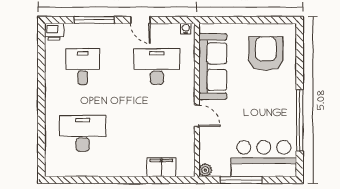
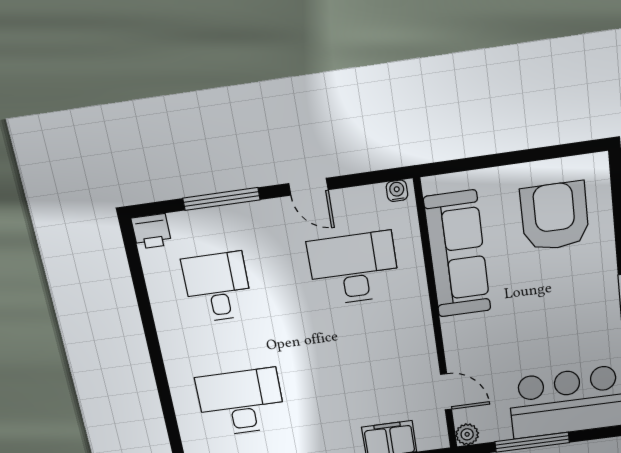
door: (197, 116) -> (446, 392), moved

